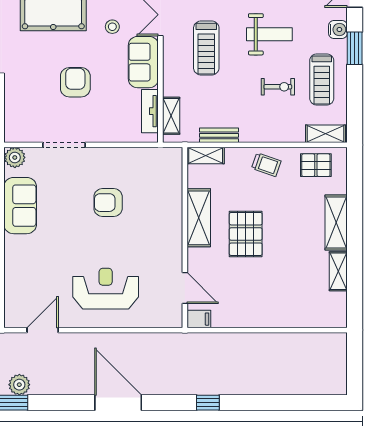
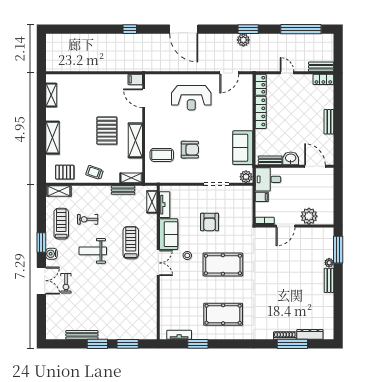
coffee table: (155, 194) -> (162, 155), added
shelving: (338, 271) -> (51, 95), moved

